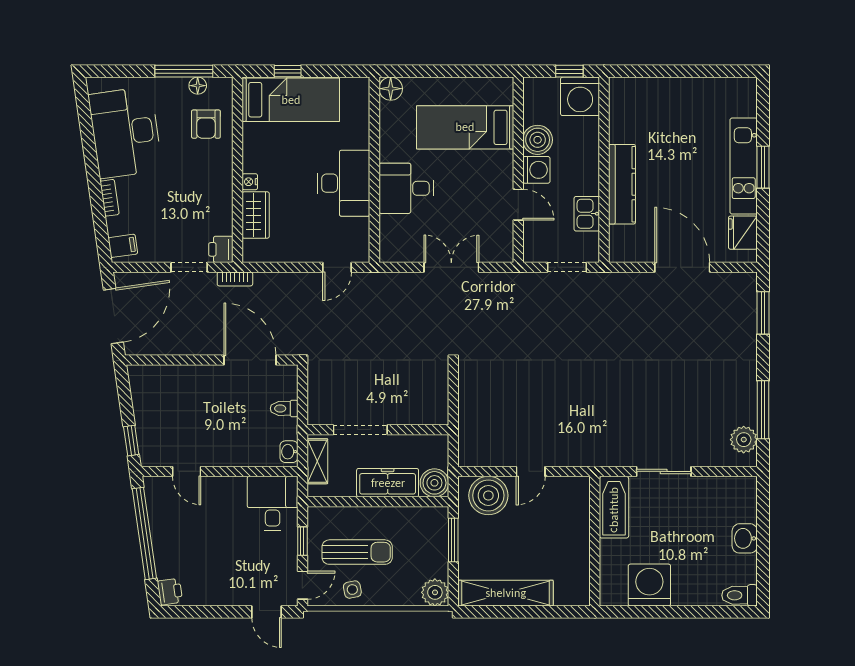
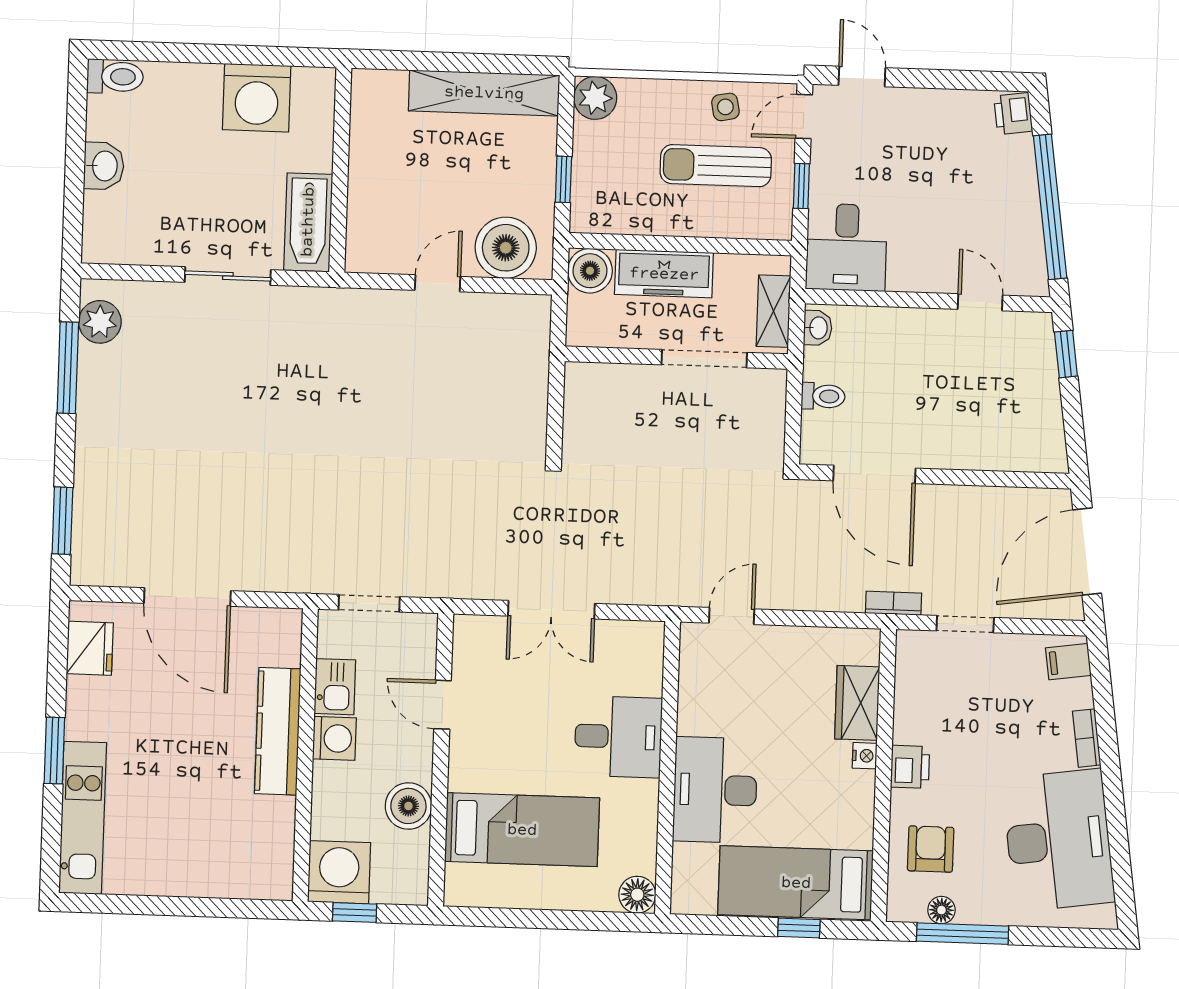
kitchen unit: (744, 166) -> (83, 818), moved
washing machine: (536, 170) -> (334, 738), moved, turned 180
desk: (344, 183) -> (715, 790), moved
printer: (221, 249) -> (910, 767), moved
window: (453, 540) -> (563, 179), width x0.67

